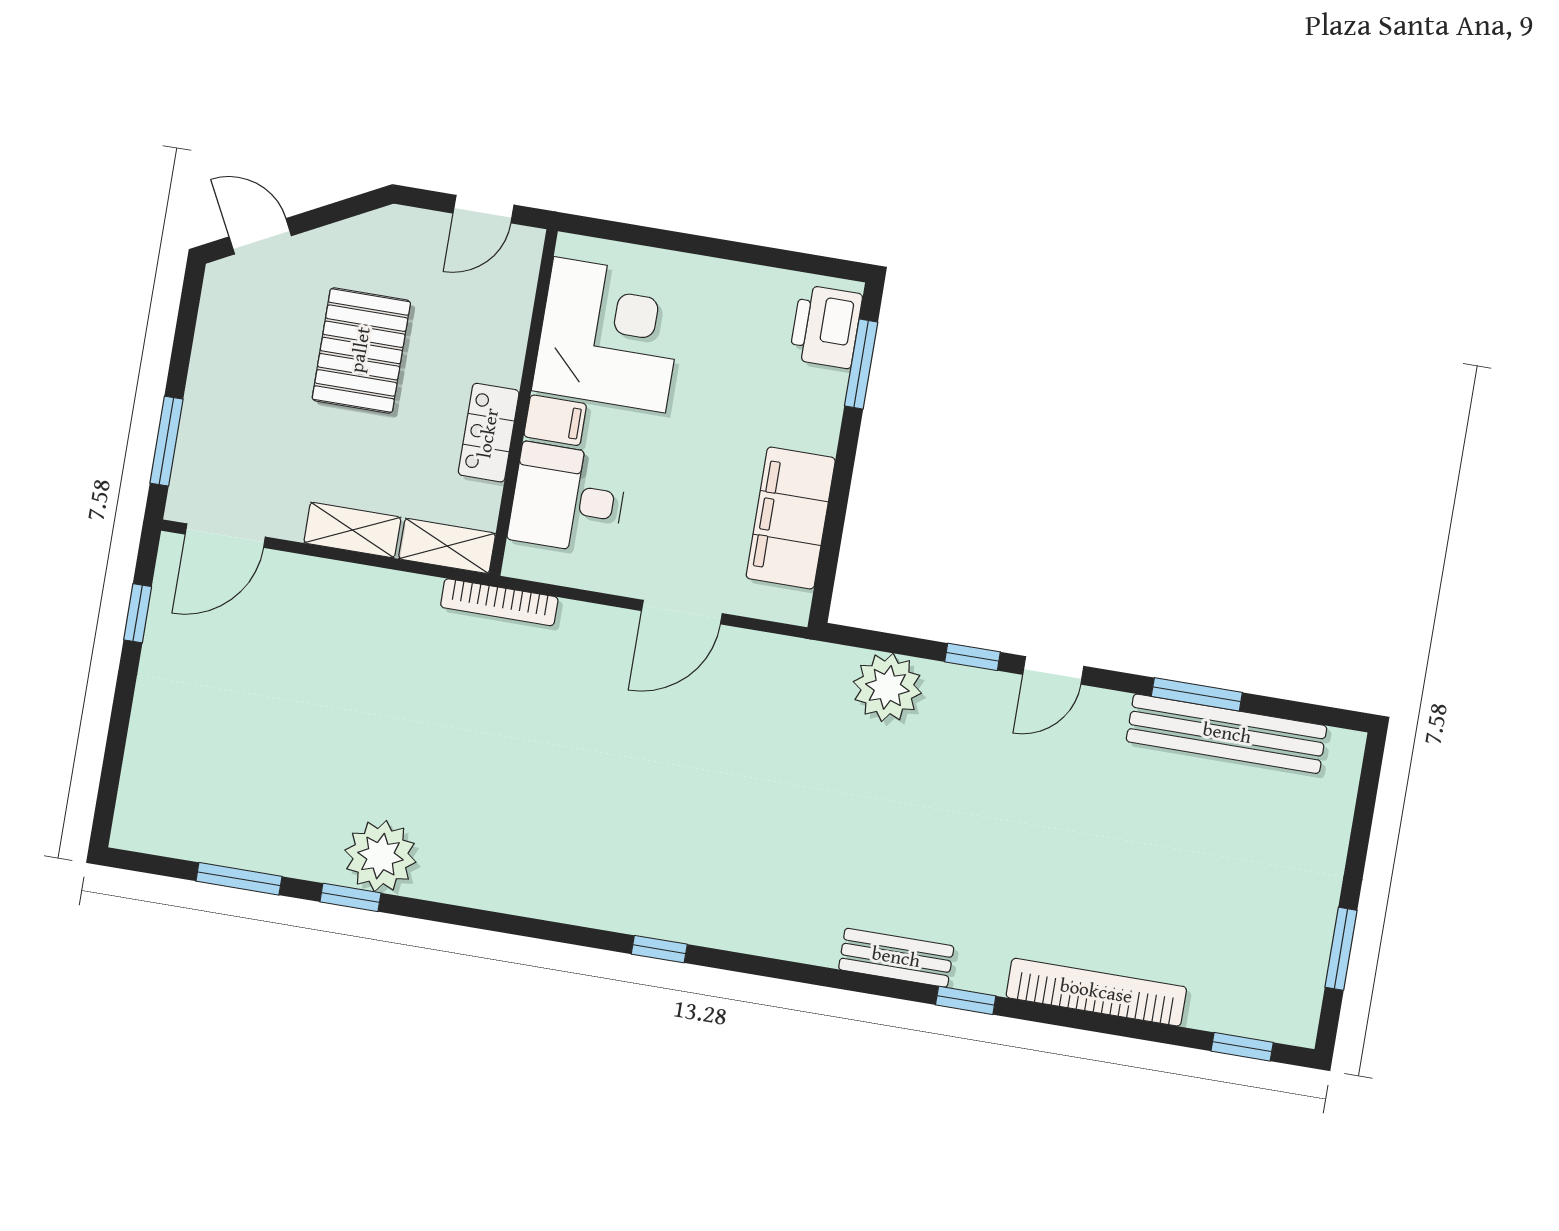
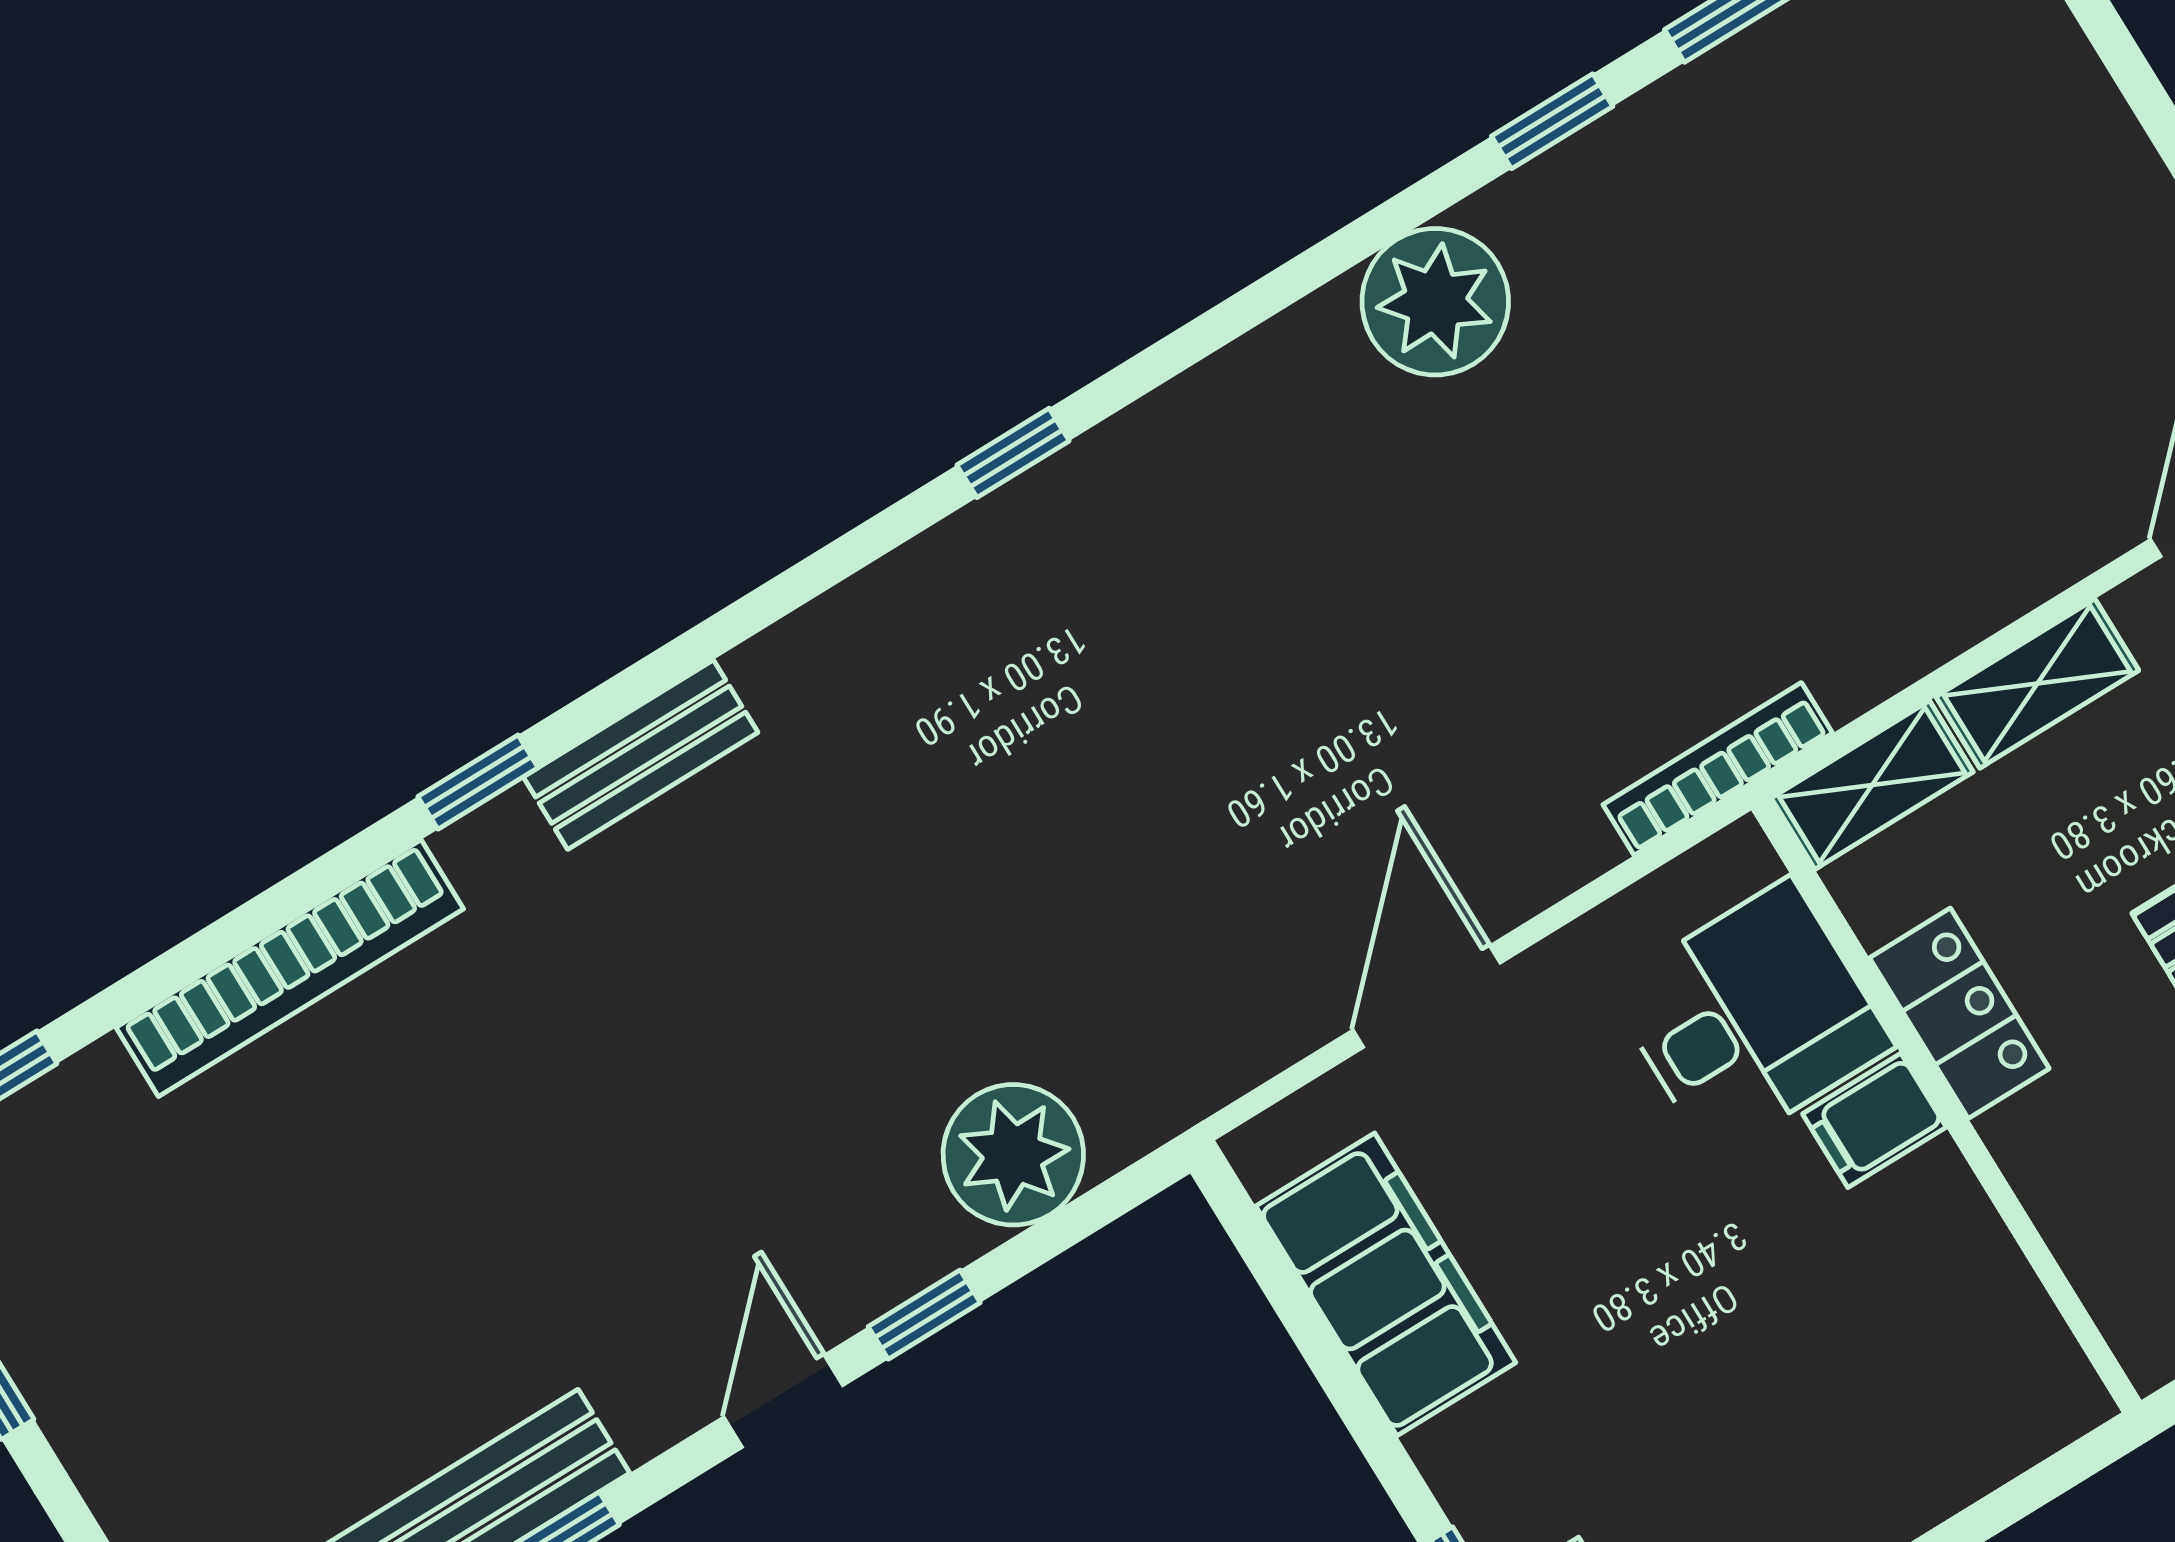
corner desk: (609, 335) -> (1905, 1323), removed
plant: (380, 856) -> (1435, 302), moved

